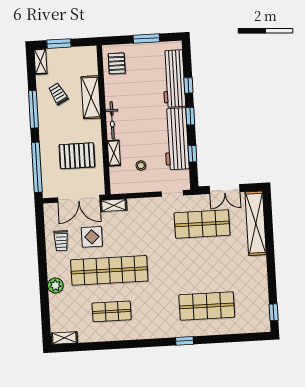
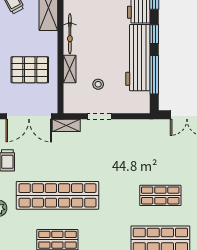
window: (192, 154) -> (154, 75), width x2.17
doorway: (172, 193) -> (99, 116), moved
shop shelf: (202, 224) -> (160, 195), moved, width x0.70, depth x0.74
display table: (92, 237) -> (41, 158), removed

